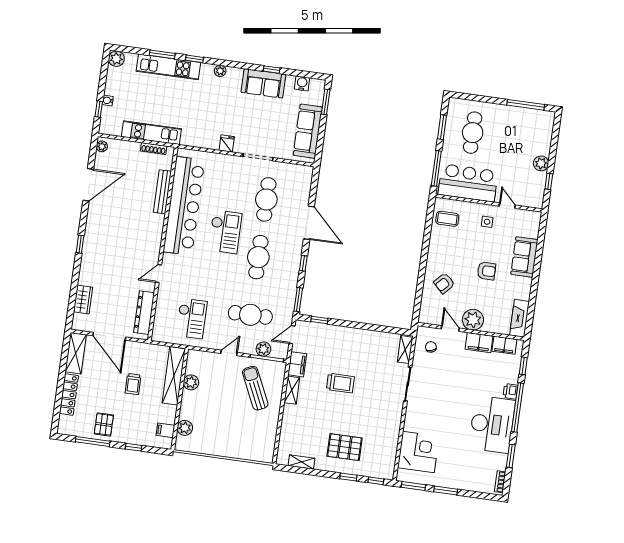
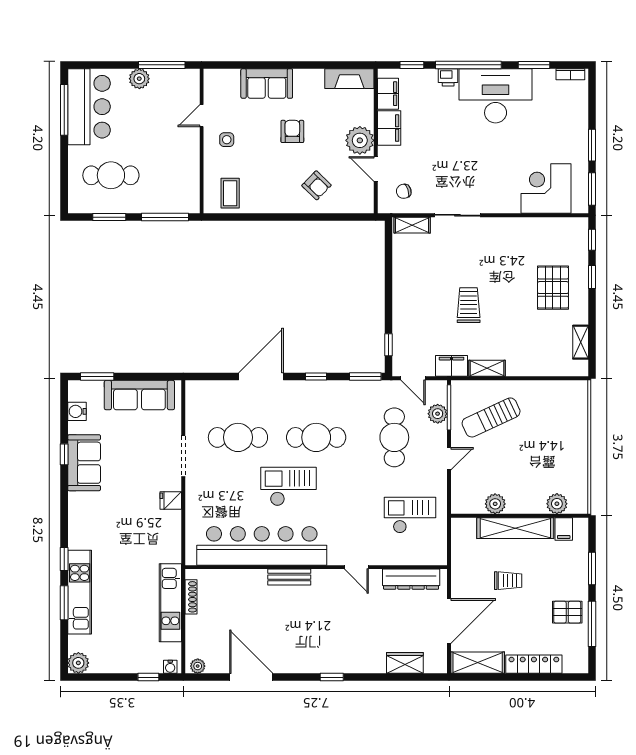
plant: (220, 71) -> (75, 523), removed
water cooler: (108, 100) -> (170, 667), moved
window: (549, 181) -> (162, 65), width x2.17
bar counter: (468, 183) -> (89, 107), moved, turned 180
bench: (162, 192) -> (289, 577), moved, width x0.73
door: (450, 329) -> (376, 169), hinge flipped
door: (229, 353) -> (449, 459), swing flipped
shelving: (174, 376) -> (515, 528), moved
window: (133, 447) -> (592, 568), width x1.50

